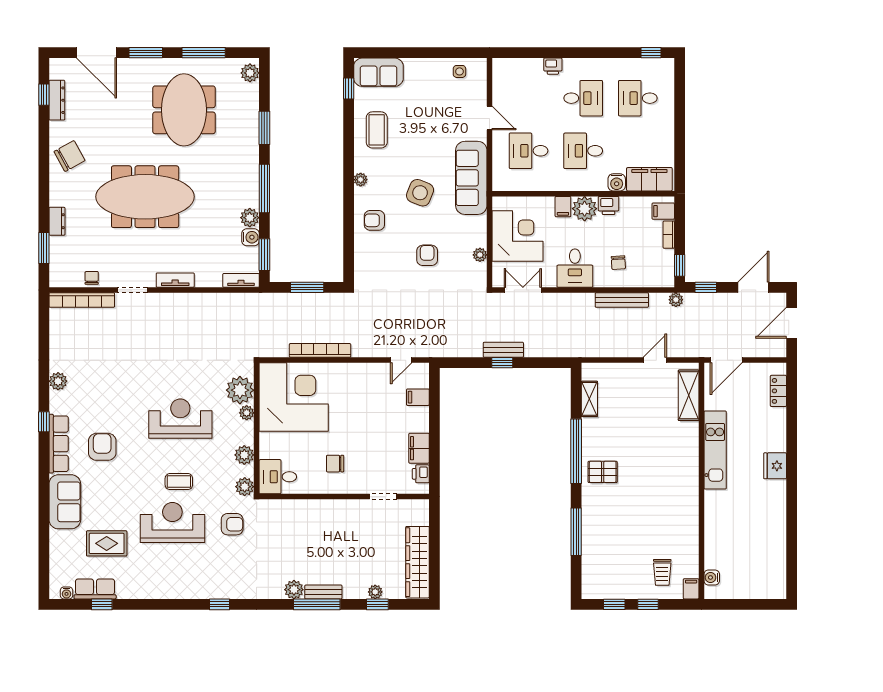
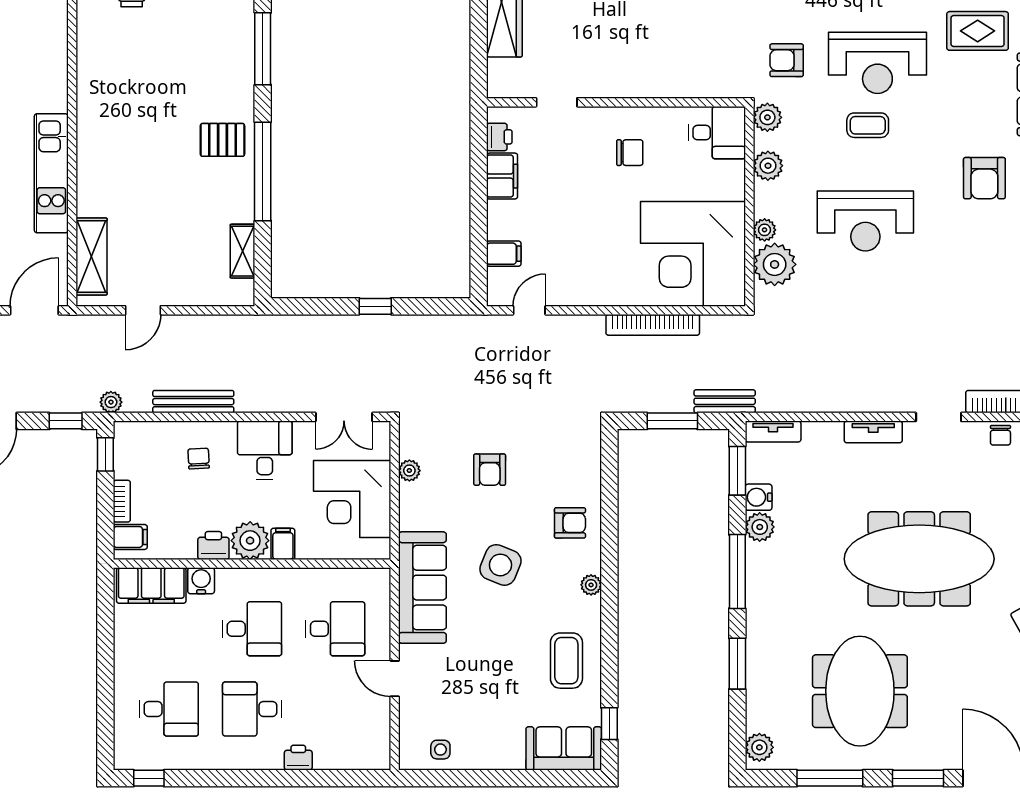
bench: (503, 350) -> (725, 401), moved

